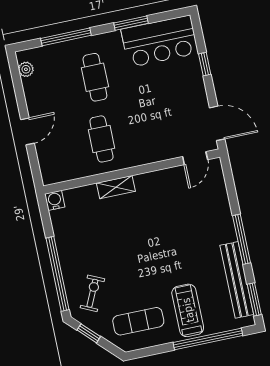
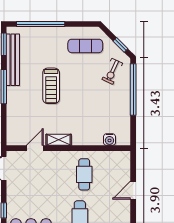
door: (195, 158) -> (35, 148), moved
shelving: (116, 187) -> (59, 140), moved
water cooler: (55, 200) -> (109, 140), moved
treadmill: (188, 310) -> (51, 86), moved

